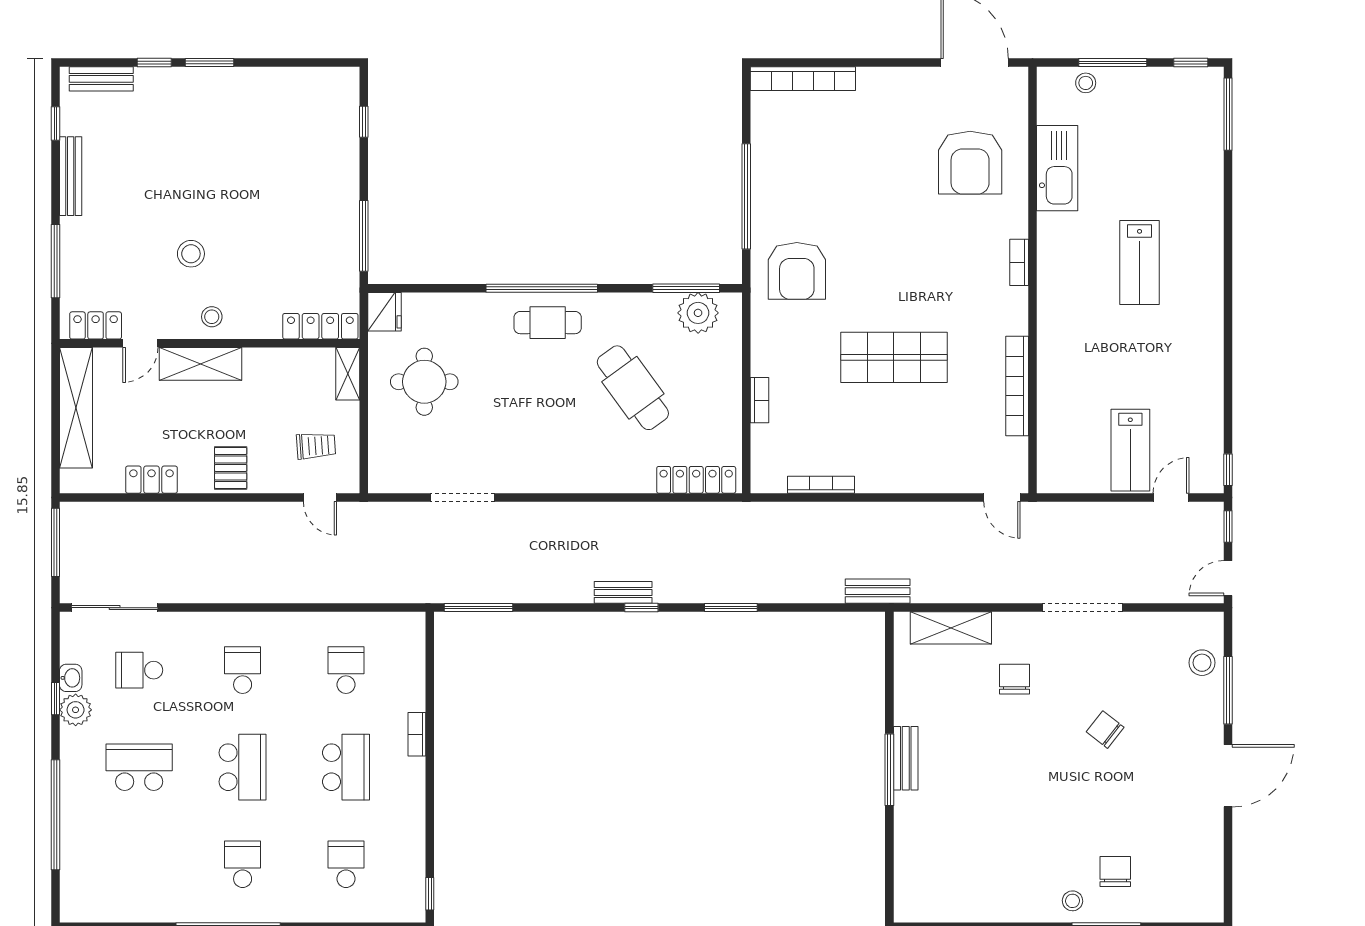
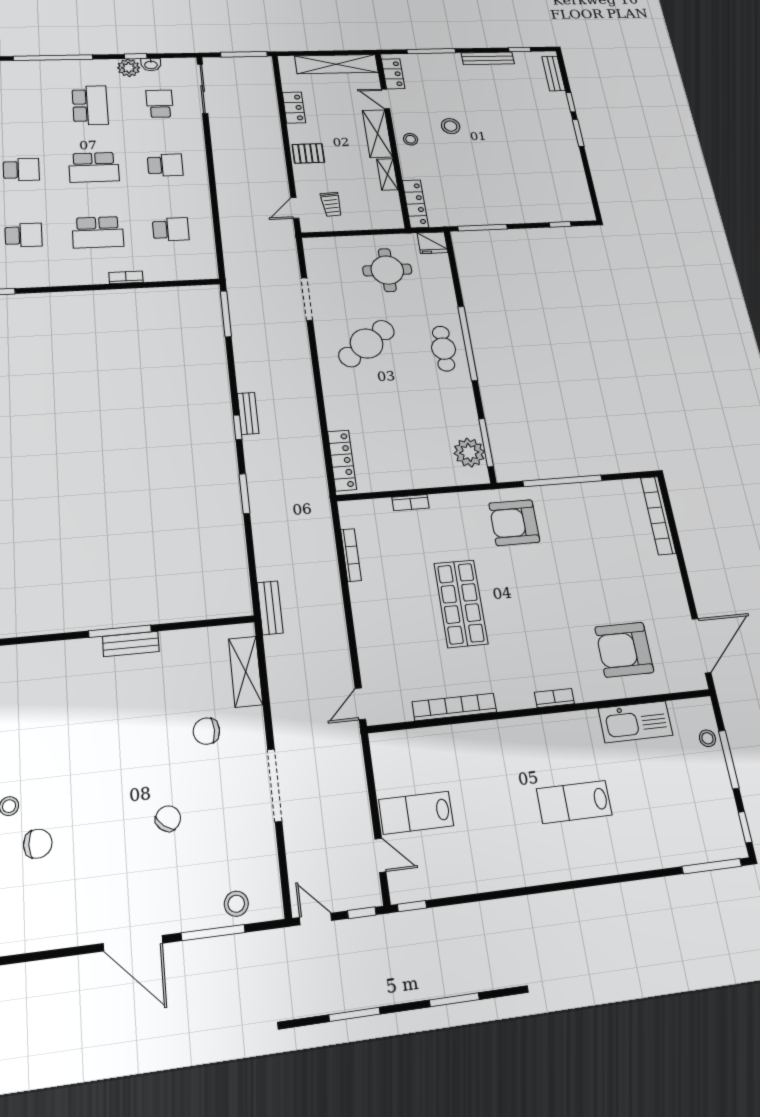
shelving: (348, 374) -> (387, 174), moved, turned 90
cafe table: (633, 388) -> (367, 344), moved
chair: (1014, 679) -> (206, 731), turned 180

